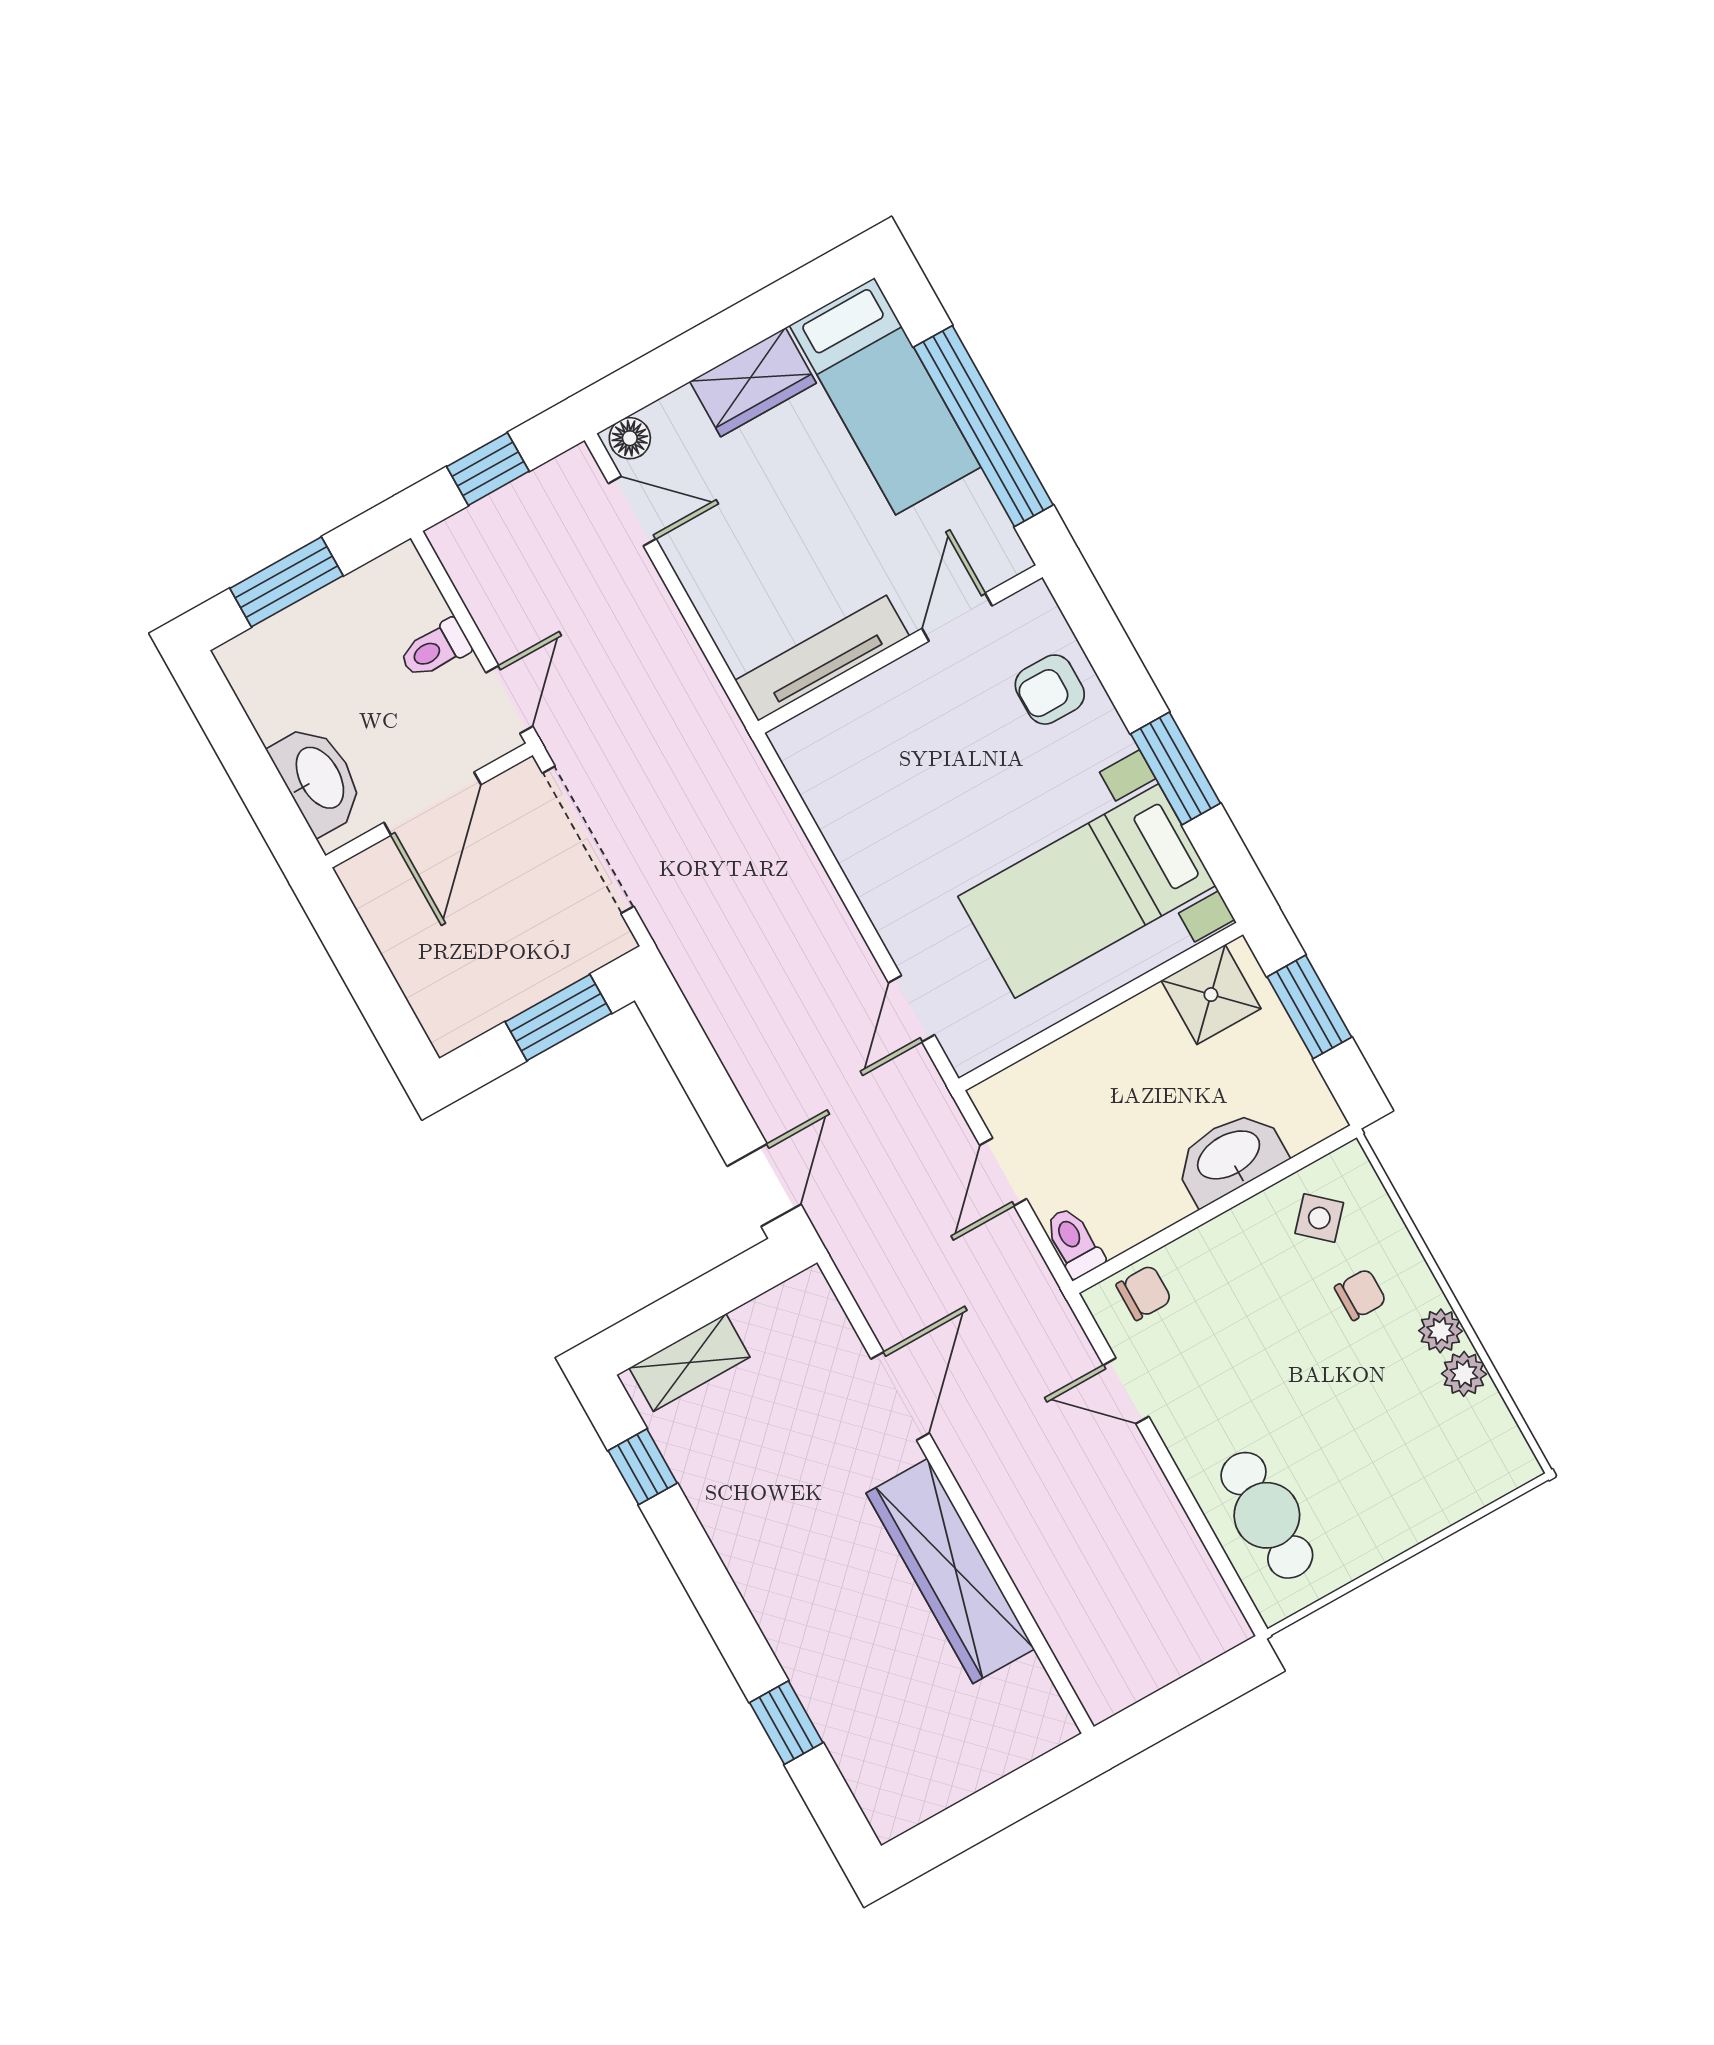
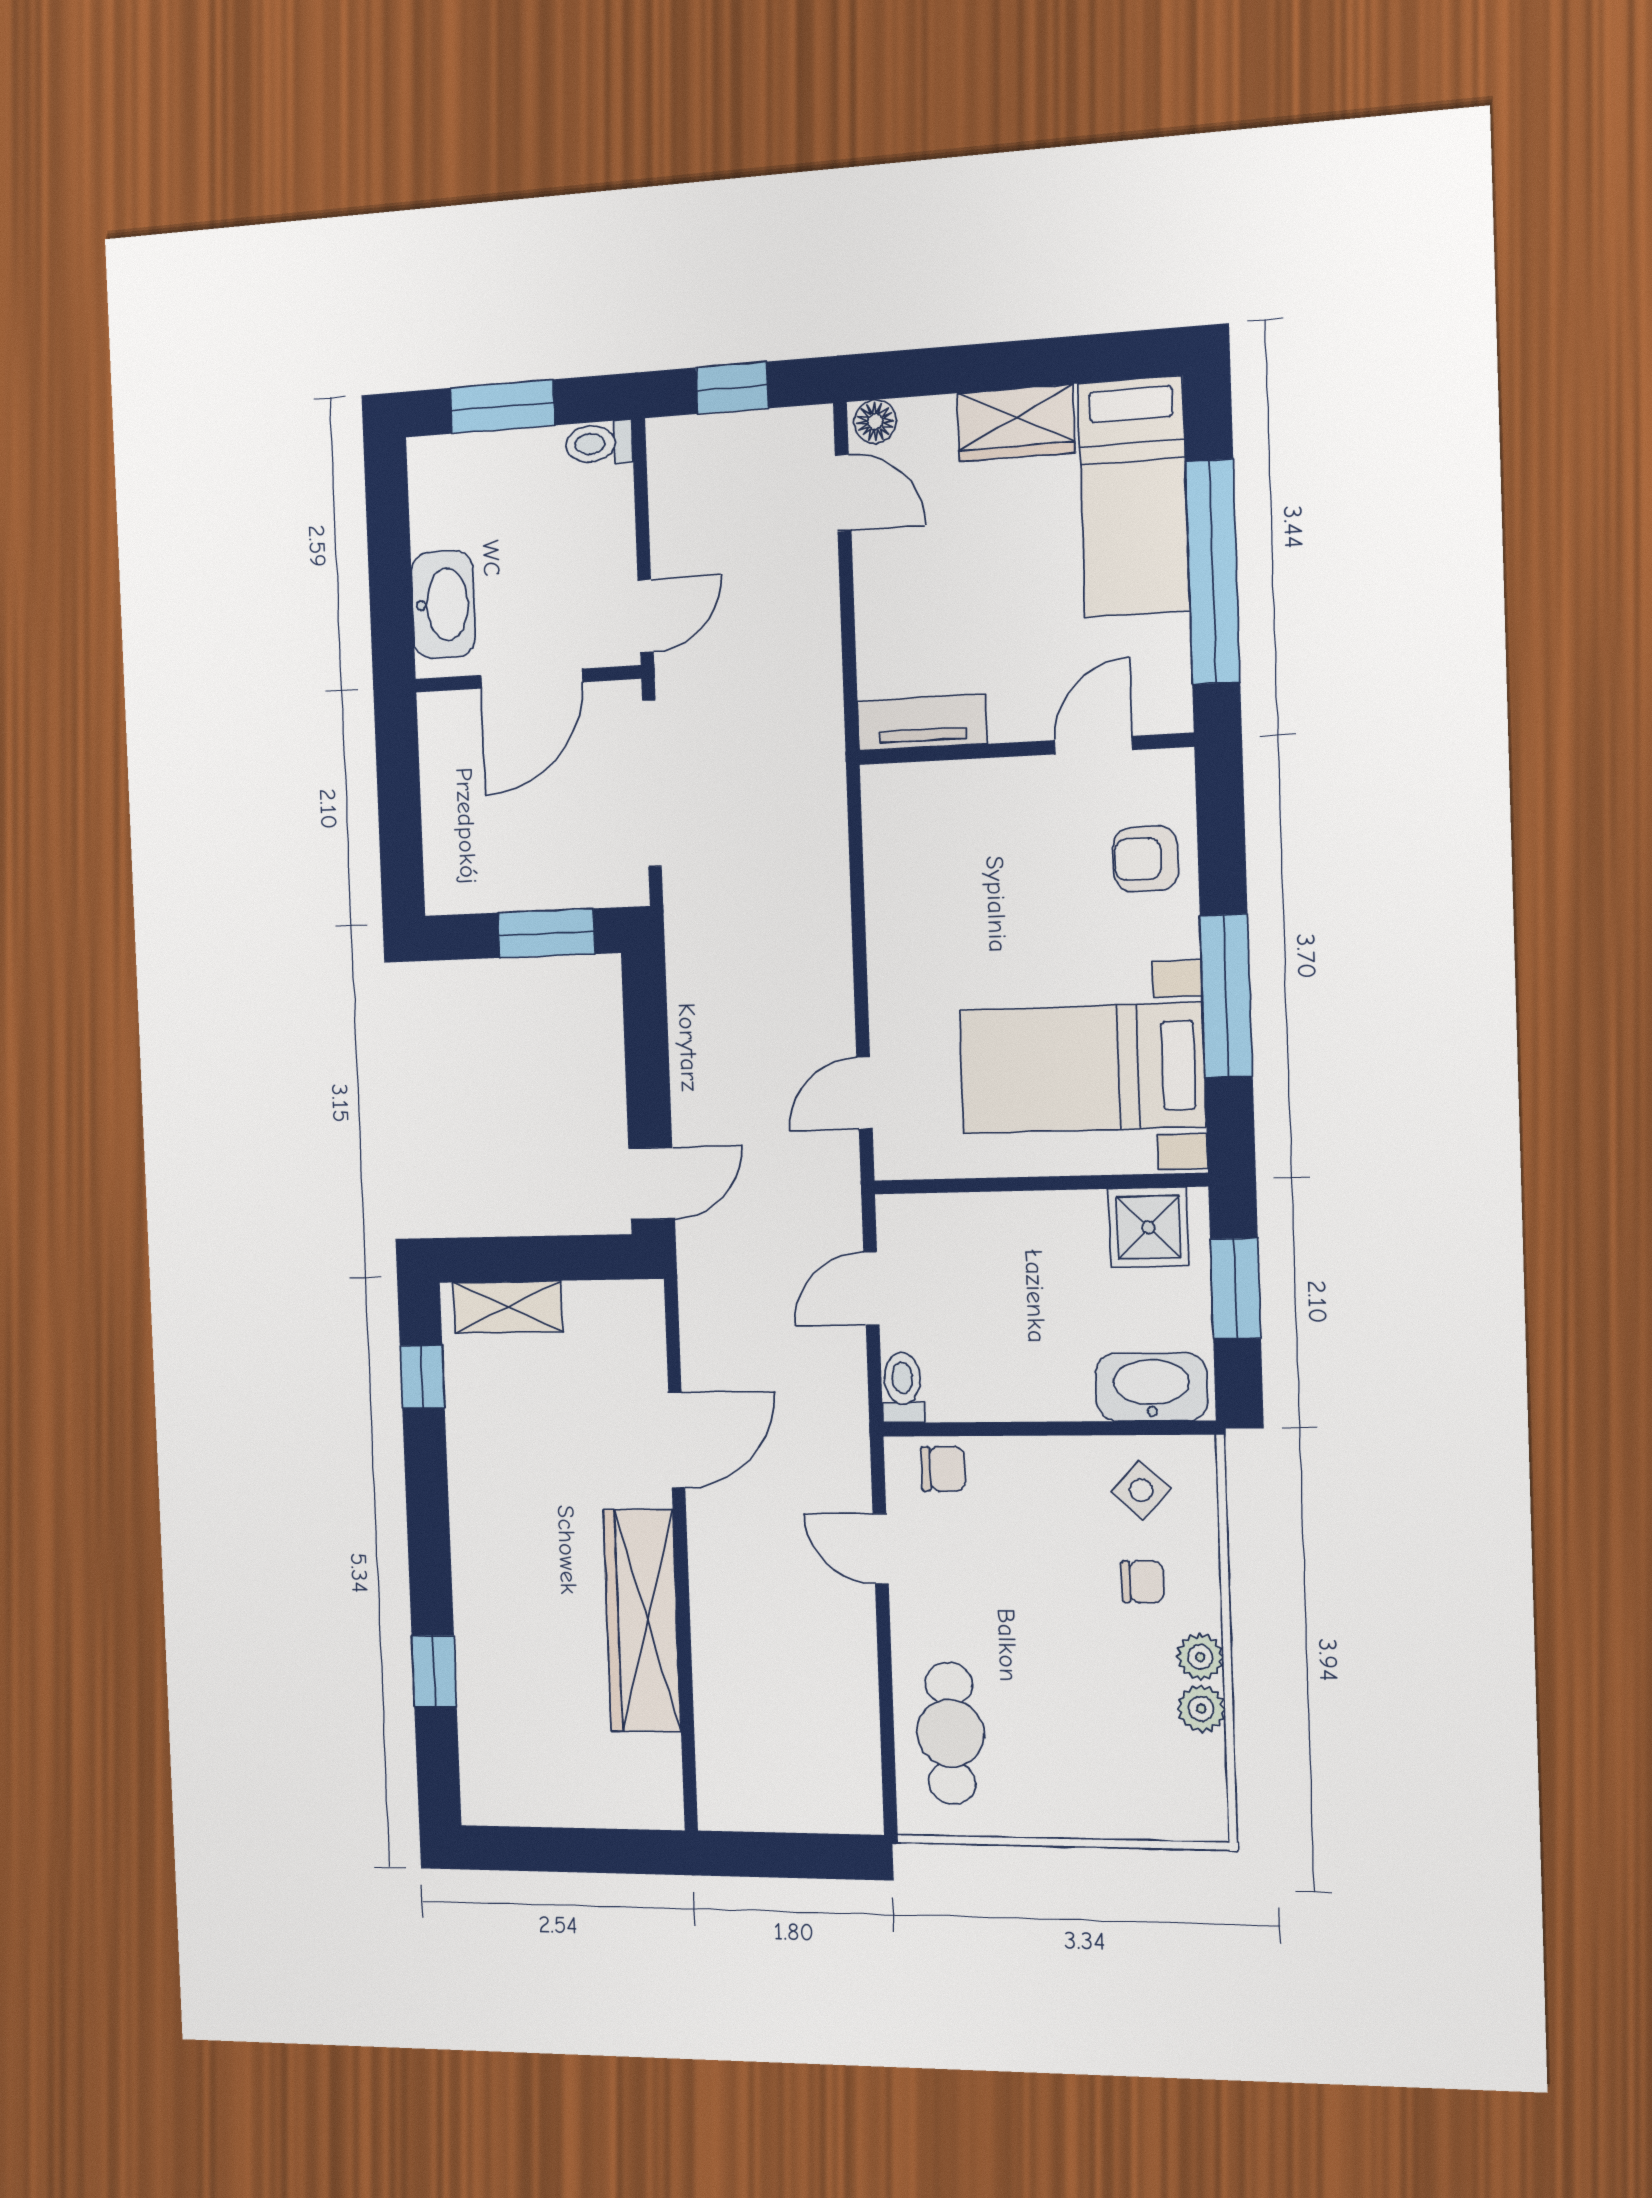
toilet: (435, 649) -> (599, 443), moved
tv unit: (822, 658) -> (922, 722), width x0.71
window: (1176, 769) -> (1226, 996), width x1.44
washbasin: (1230, 1157) -> (1152, 1387), moved

